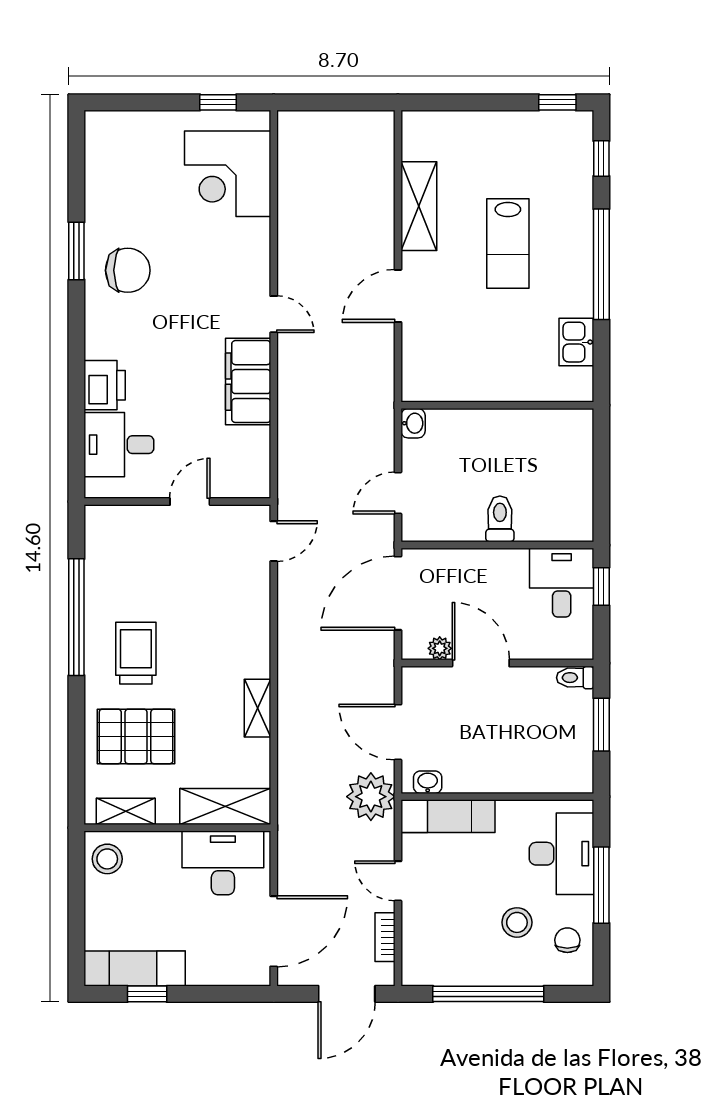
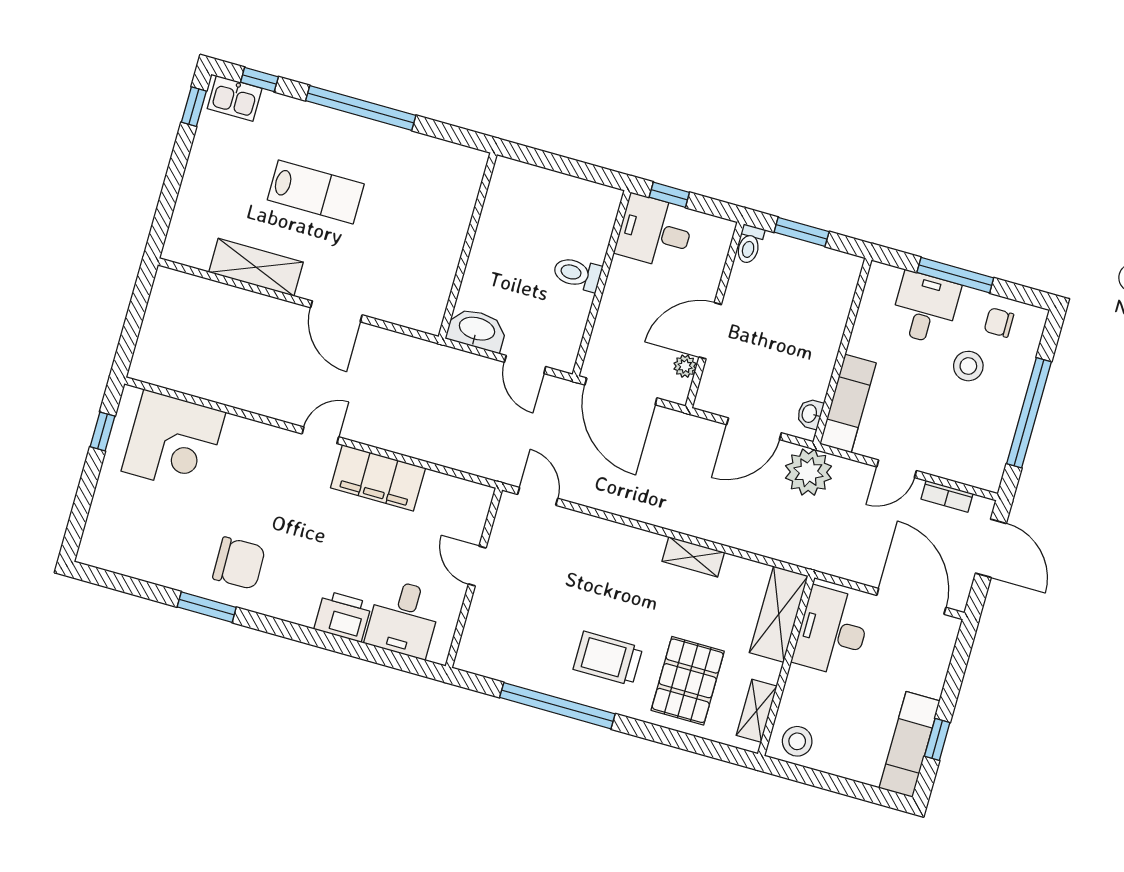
chair: (128, 270) -> (239, 563), turned 89
kitchen sink: (576, 342) -> (235, 98), moved
washbasin: (413, 423) -> (477, 330), width x1.91, depth x1.45
desk: (561, 854) -> (925, 308), width x0.73

